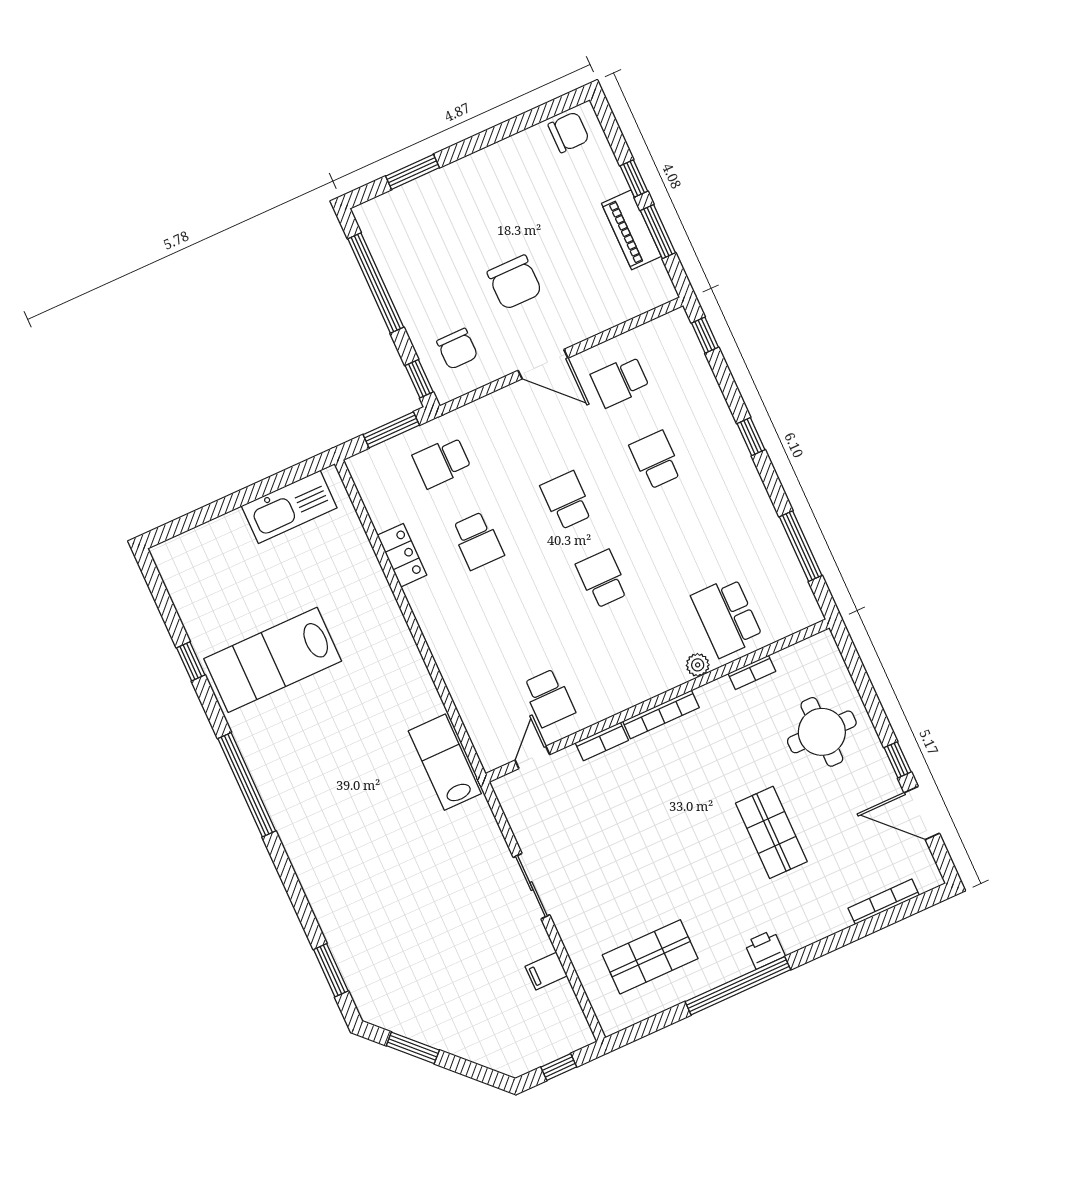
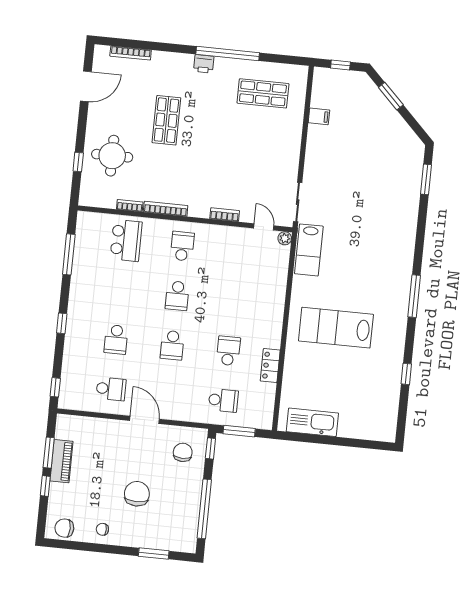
chair: (510, 164) -> (102, 529), added
chair: (515, 282) -> (137, 494), moved
lab bench: (273, 660) -> (336, 328), moved, turned 180
plant: (698, 665) -> (285, 238), moved
school desk: (549, 698) -> (182, 246), moved
bookcase: (661, 714) -> (166, 209), moved
door: (532, 757) -> (264, 227), swing flipped
window: (898, 760) -> (78, 162), moved
window: (247, 785) -> (414, 296), width x0.68
door: (922, 813) -> (86, 86), hinge flipped
sliding door: (531, 886) -> (298, 202), moved
window: (413, 1048) -> (391, 96), moved

